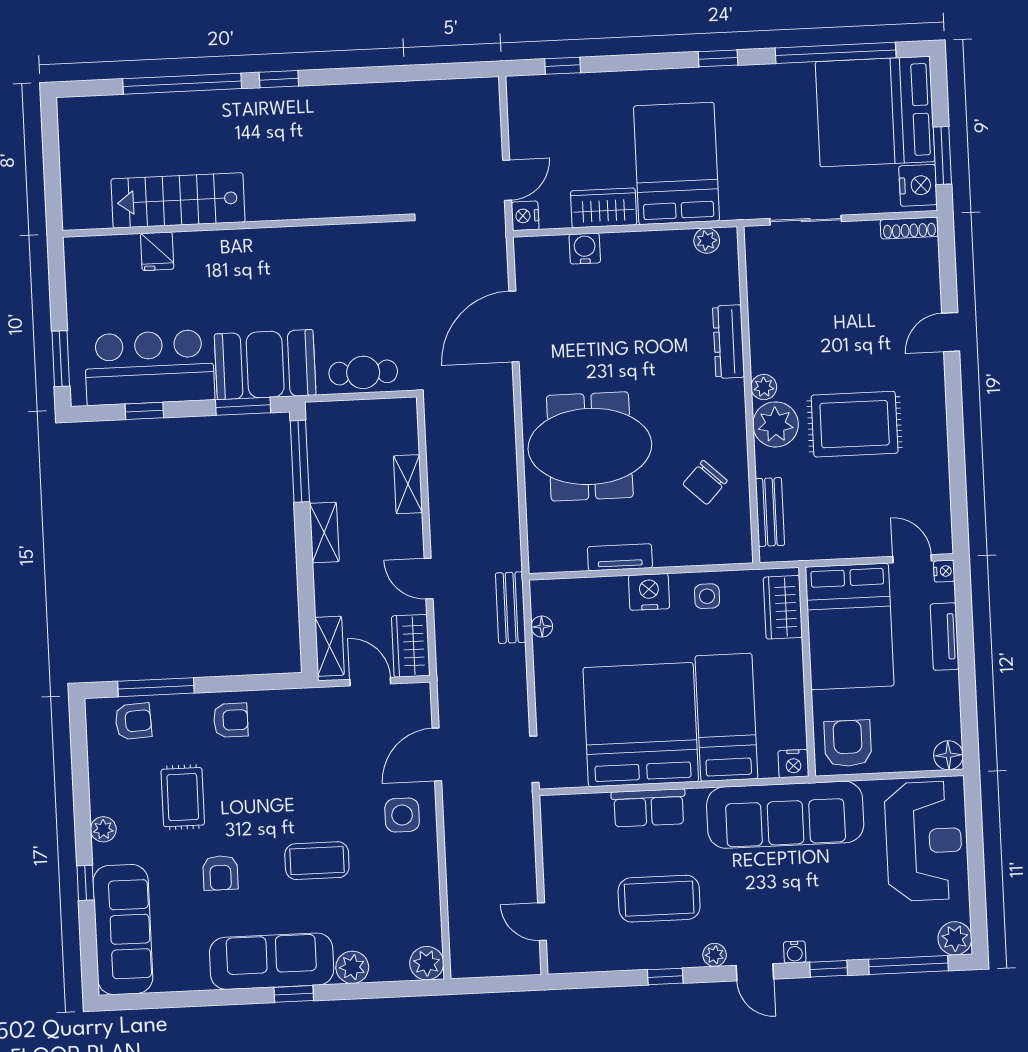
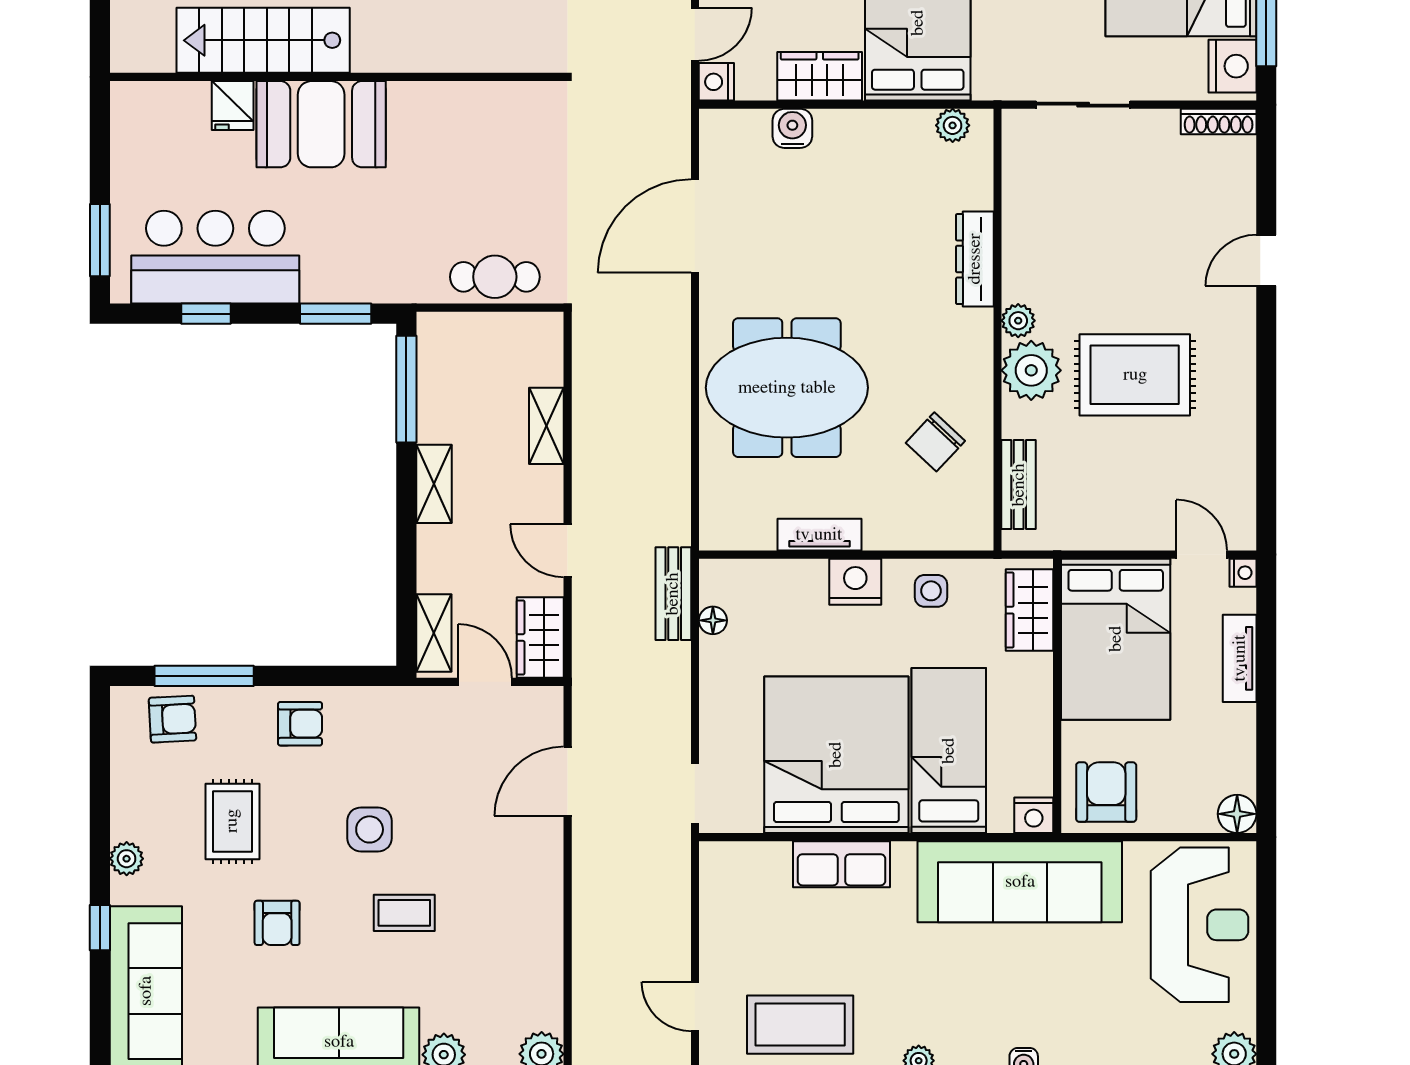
booth: (265, 365) -> (321, 124), moved
side table: (402, 815) -> (370, 829), moved
coffee table: (317, 861) -> (404, 913), width x0.73, depth x0.77
coffee table: (659, 899) -> (800, 1025), moved

